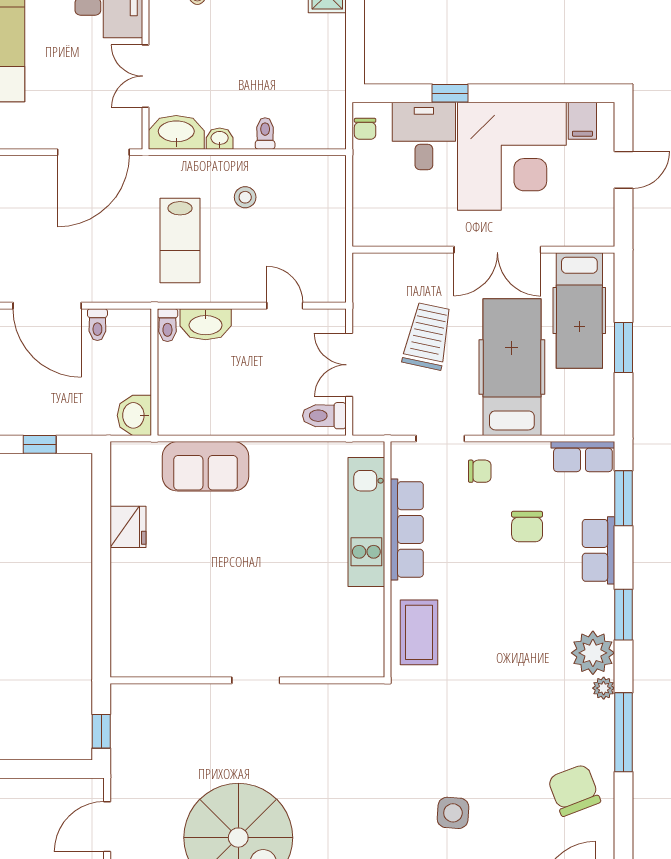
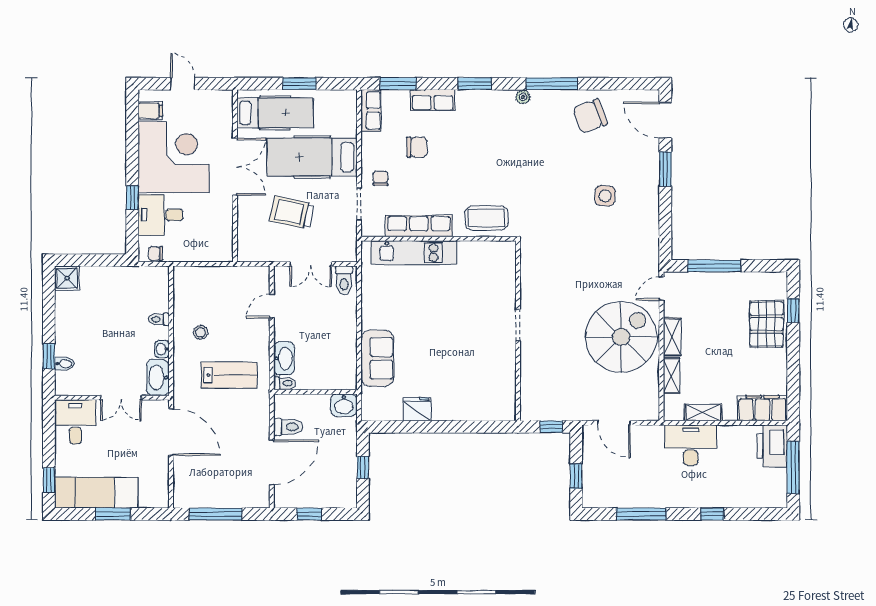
chair: (365, 129) -> (156, 254), turned 180
toilet: (97, 325) -> (288, 427), width x1.37, depth x1.39
plant: (593, 653) -> (500, 104), removed
window: (26, 769) -> (576, 476), added

